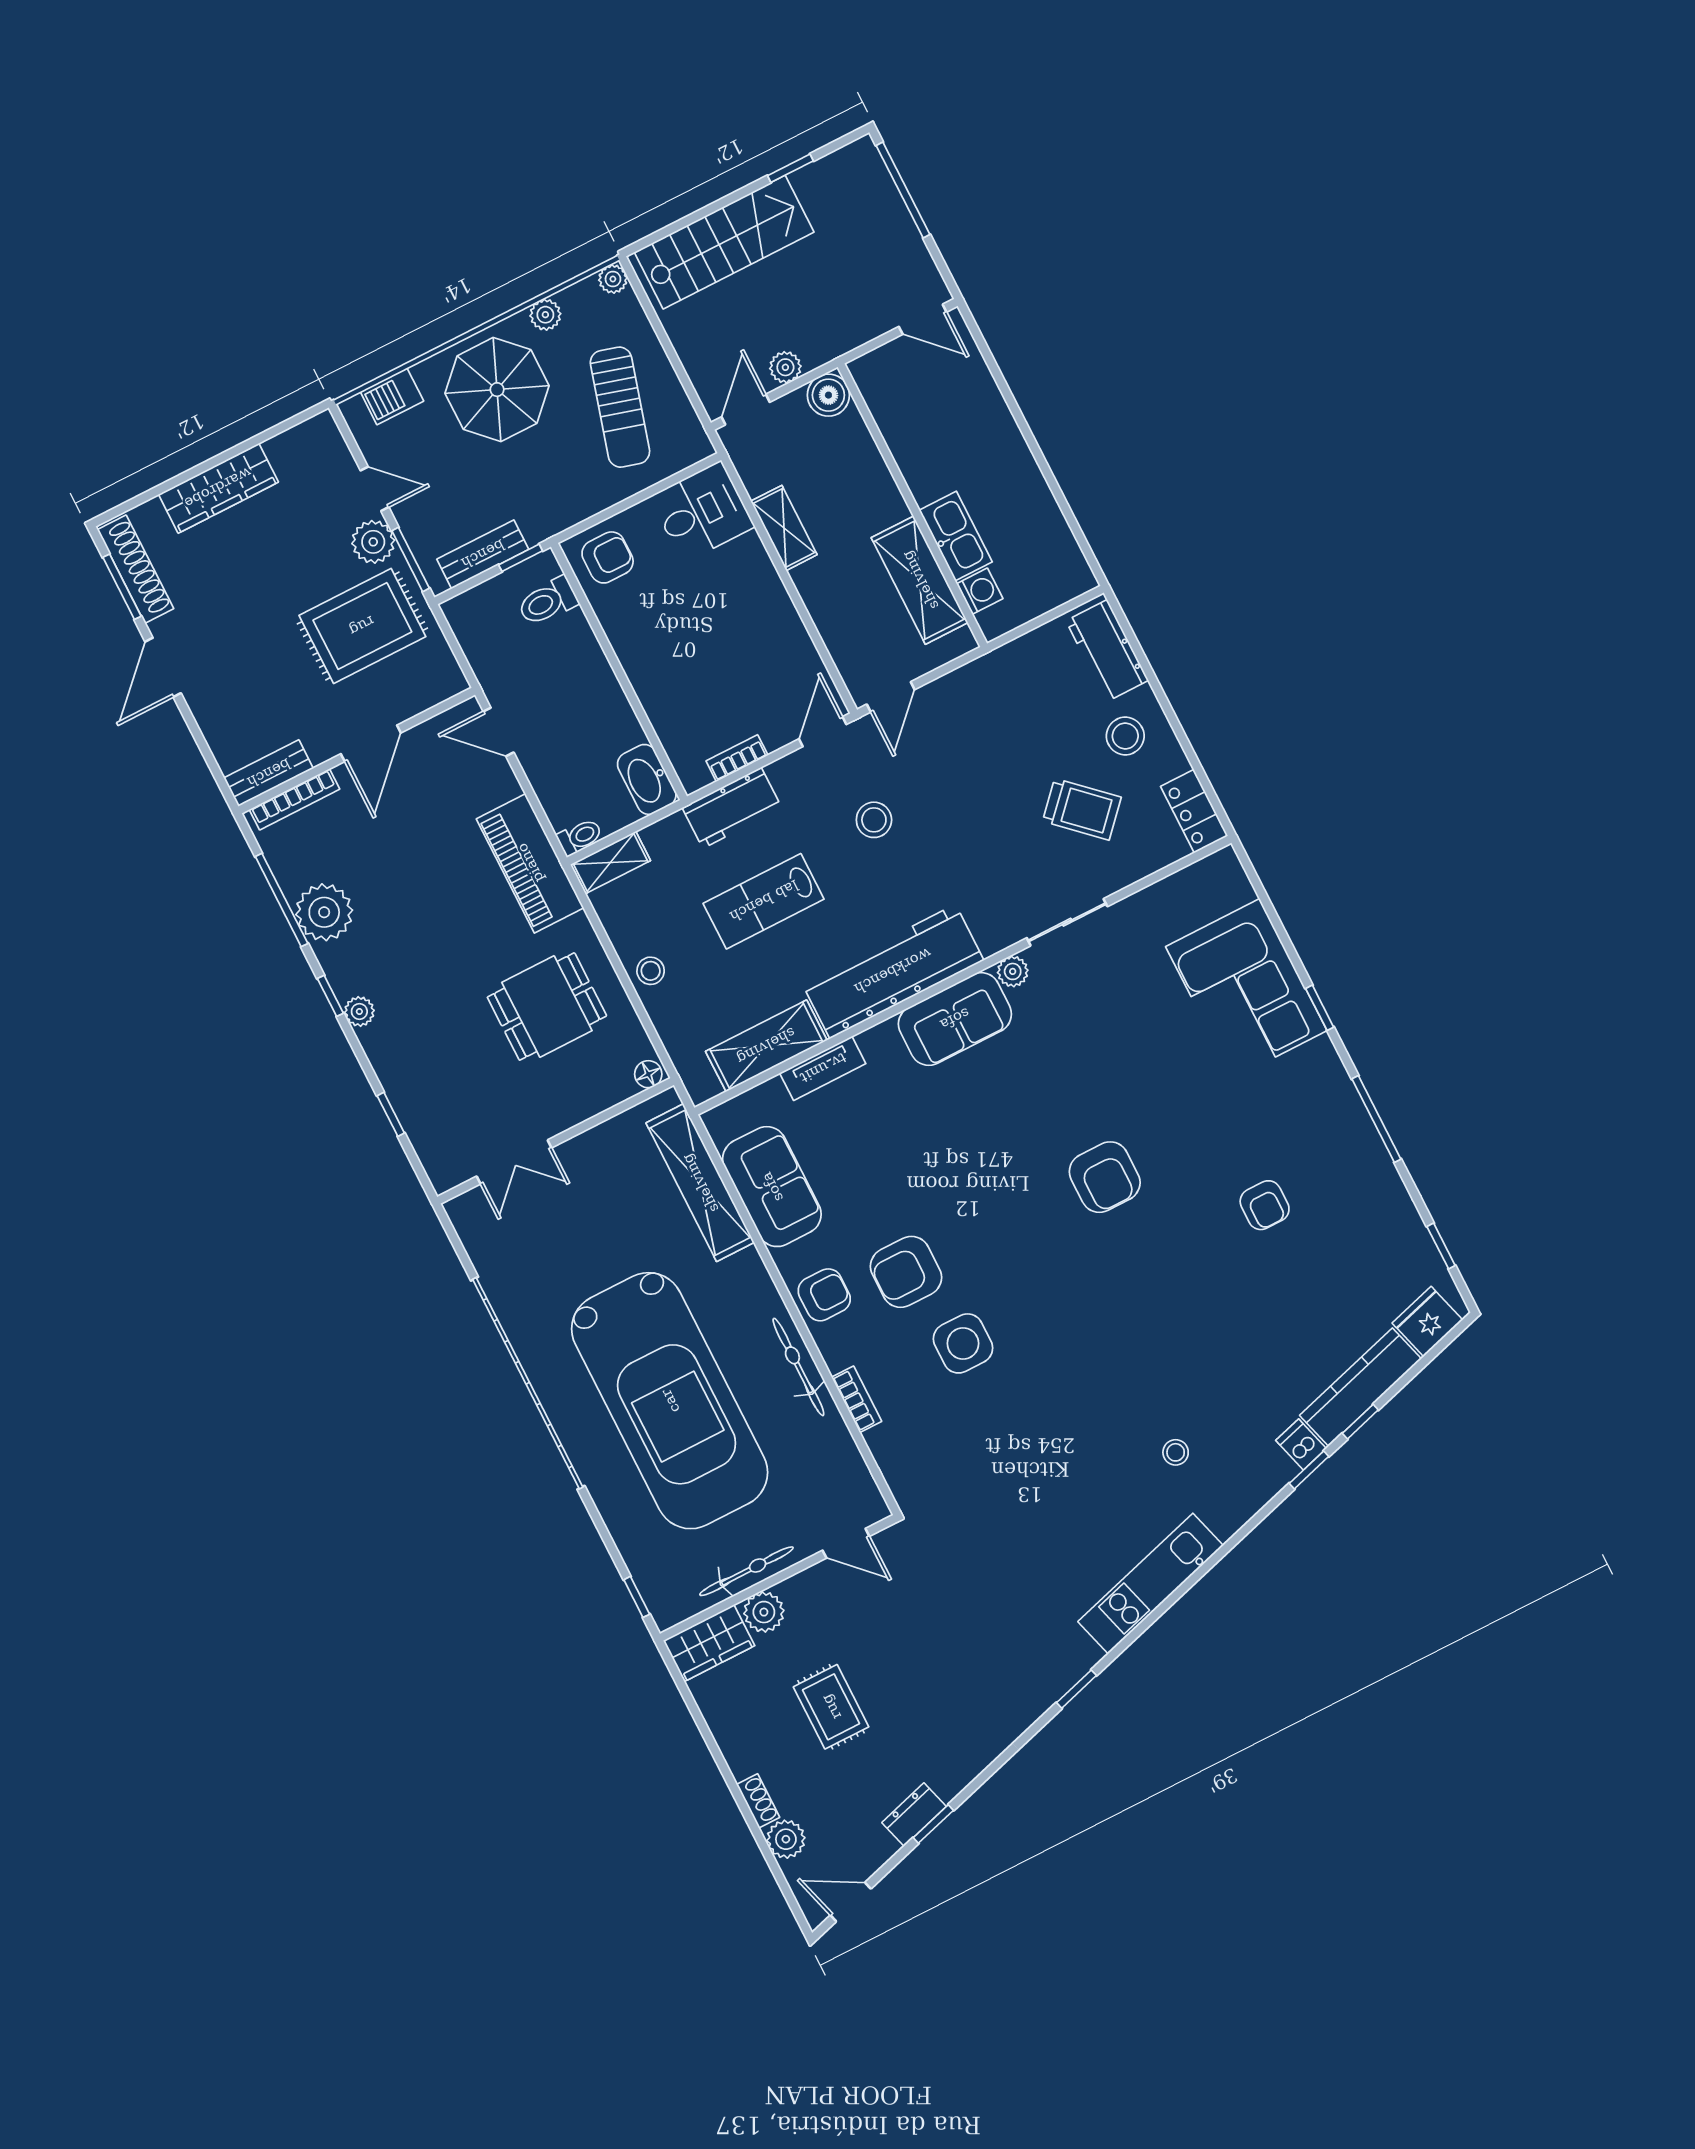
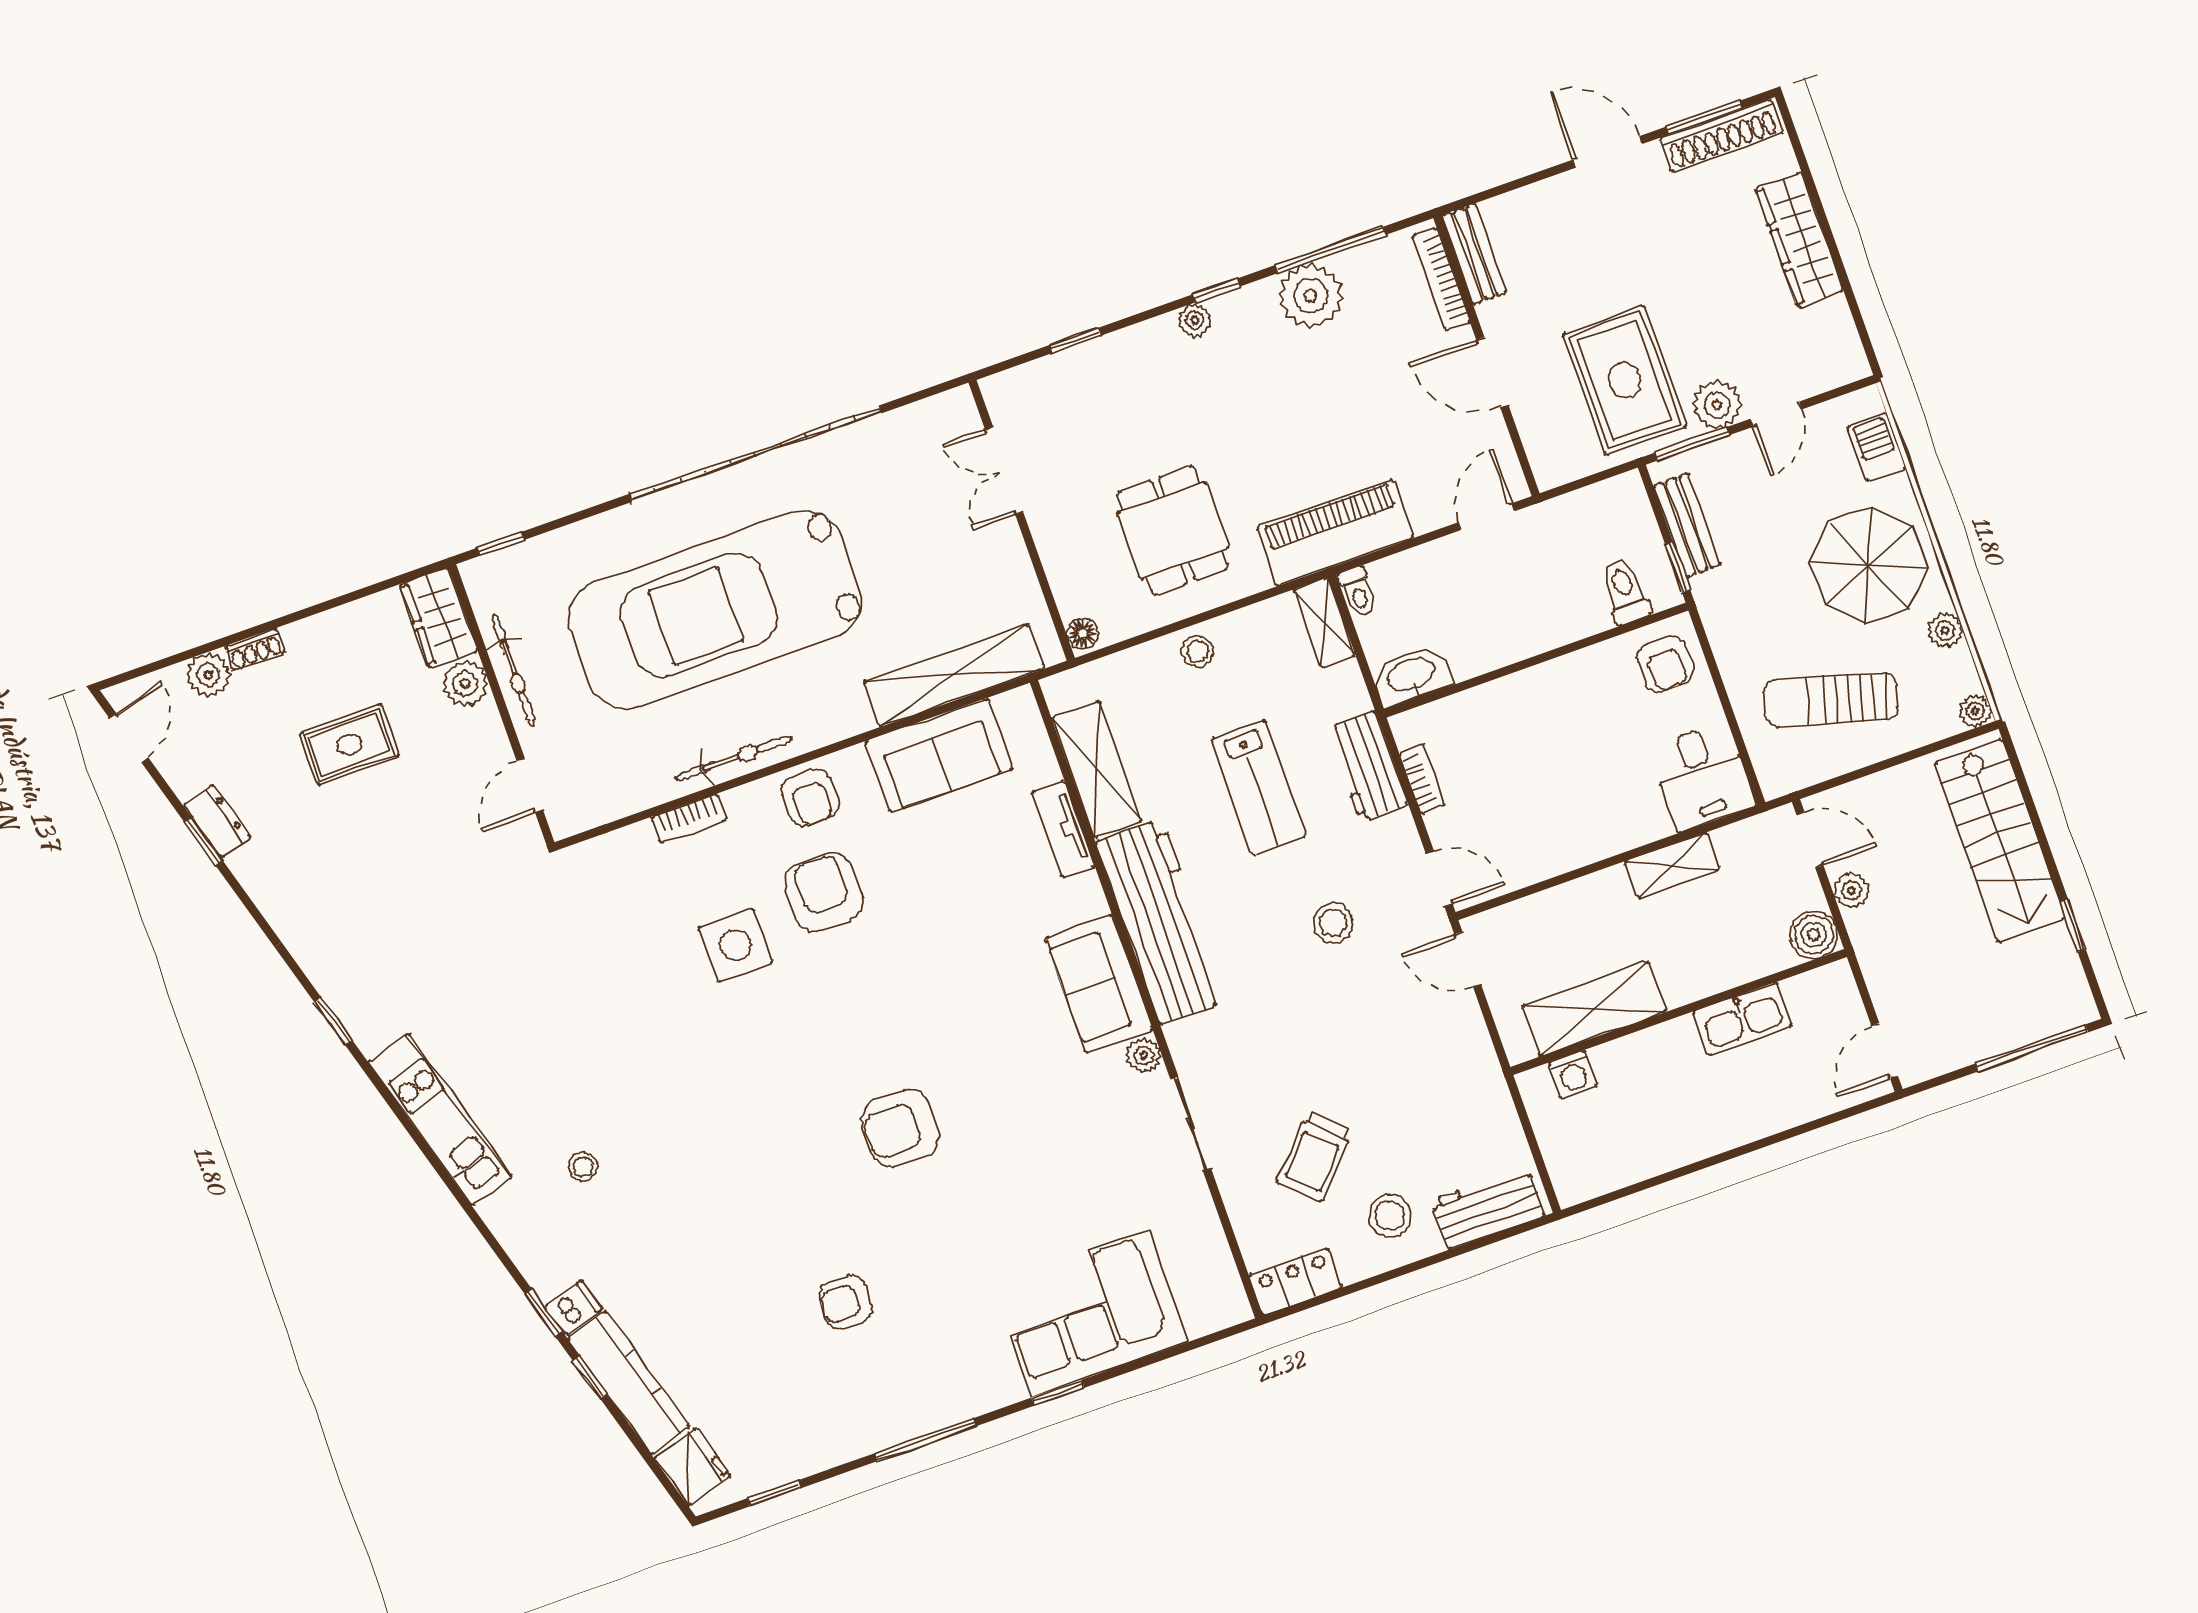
kitchen sink: (956, 536) -> (1742, 1019), moved
lab bench: (764, 901) -> (1258, 788), turned 180

